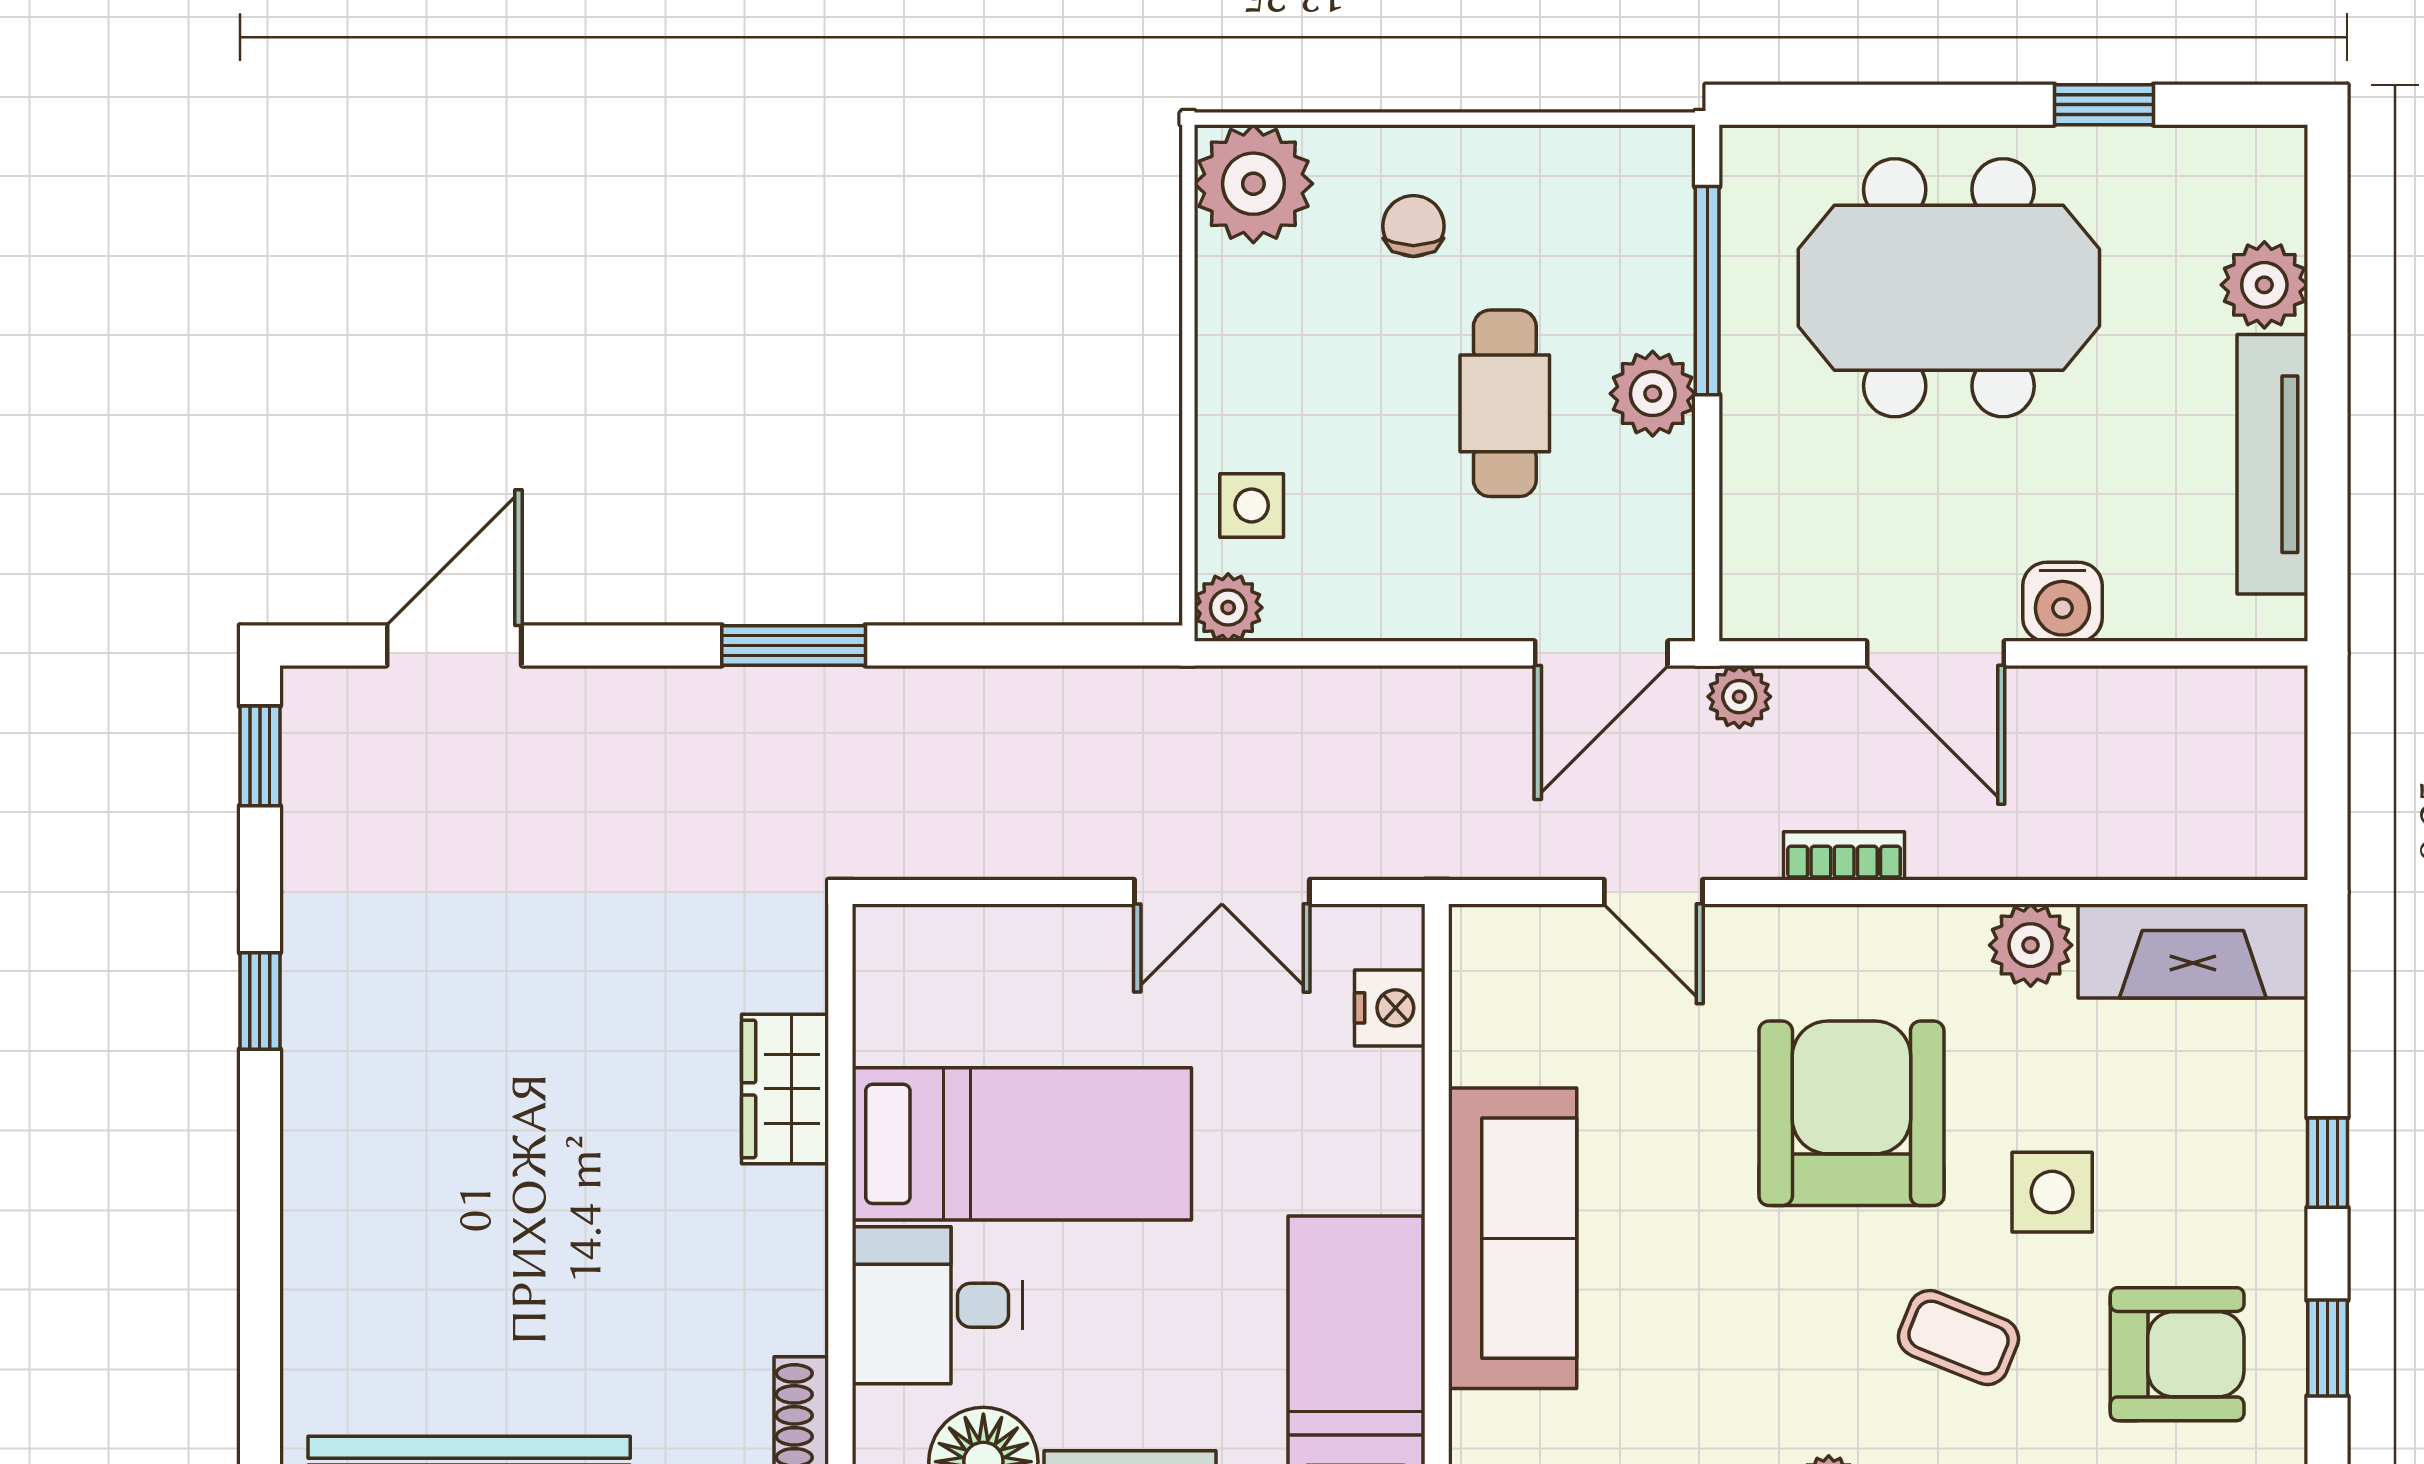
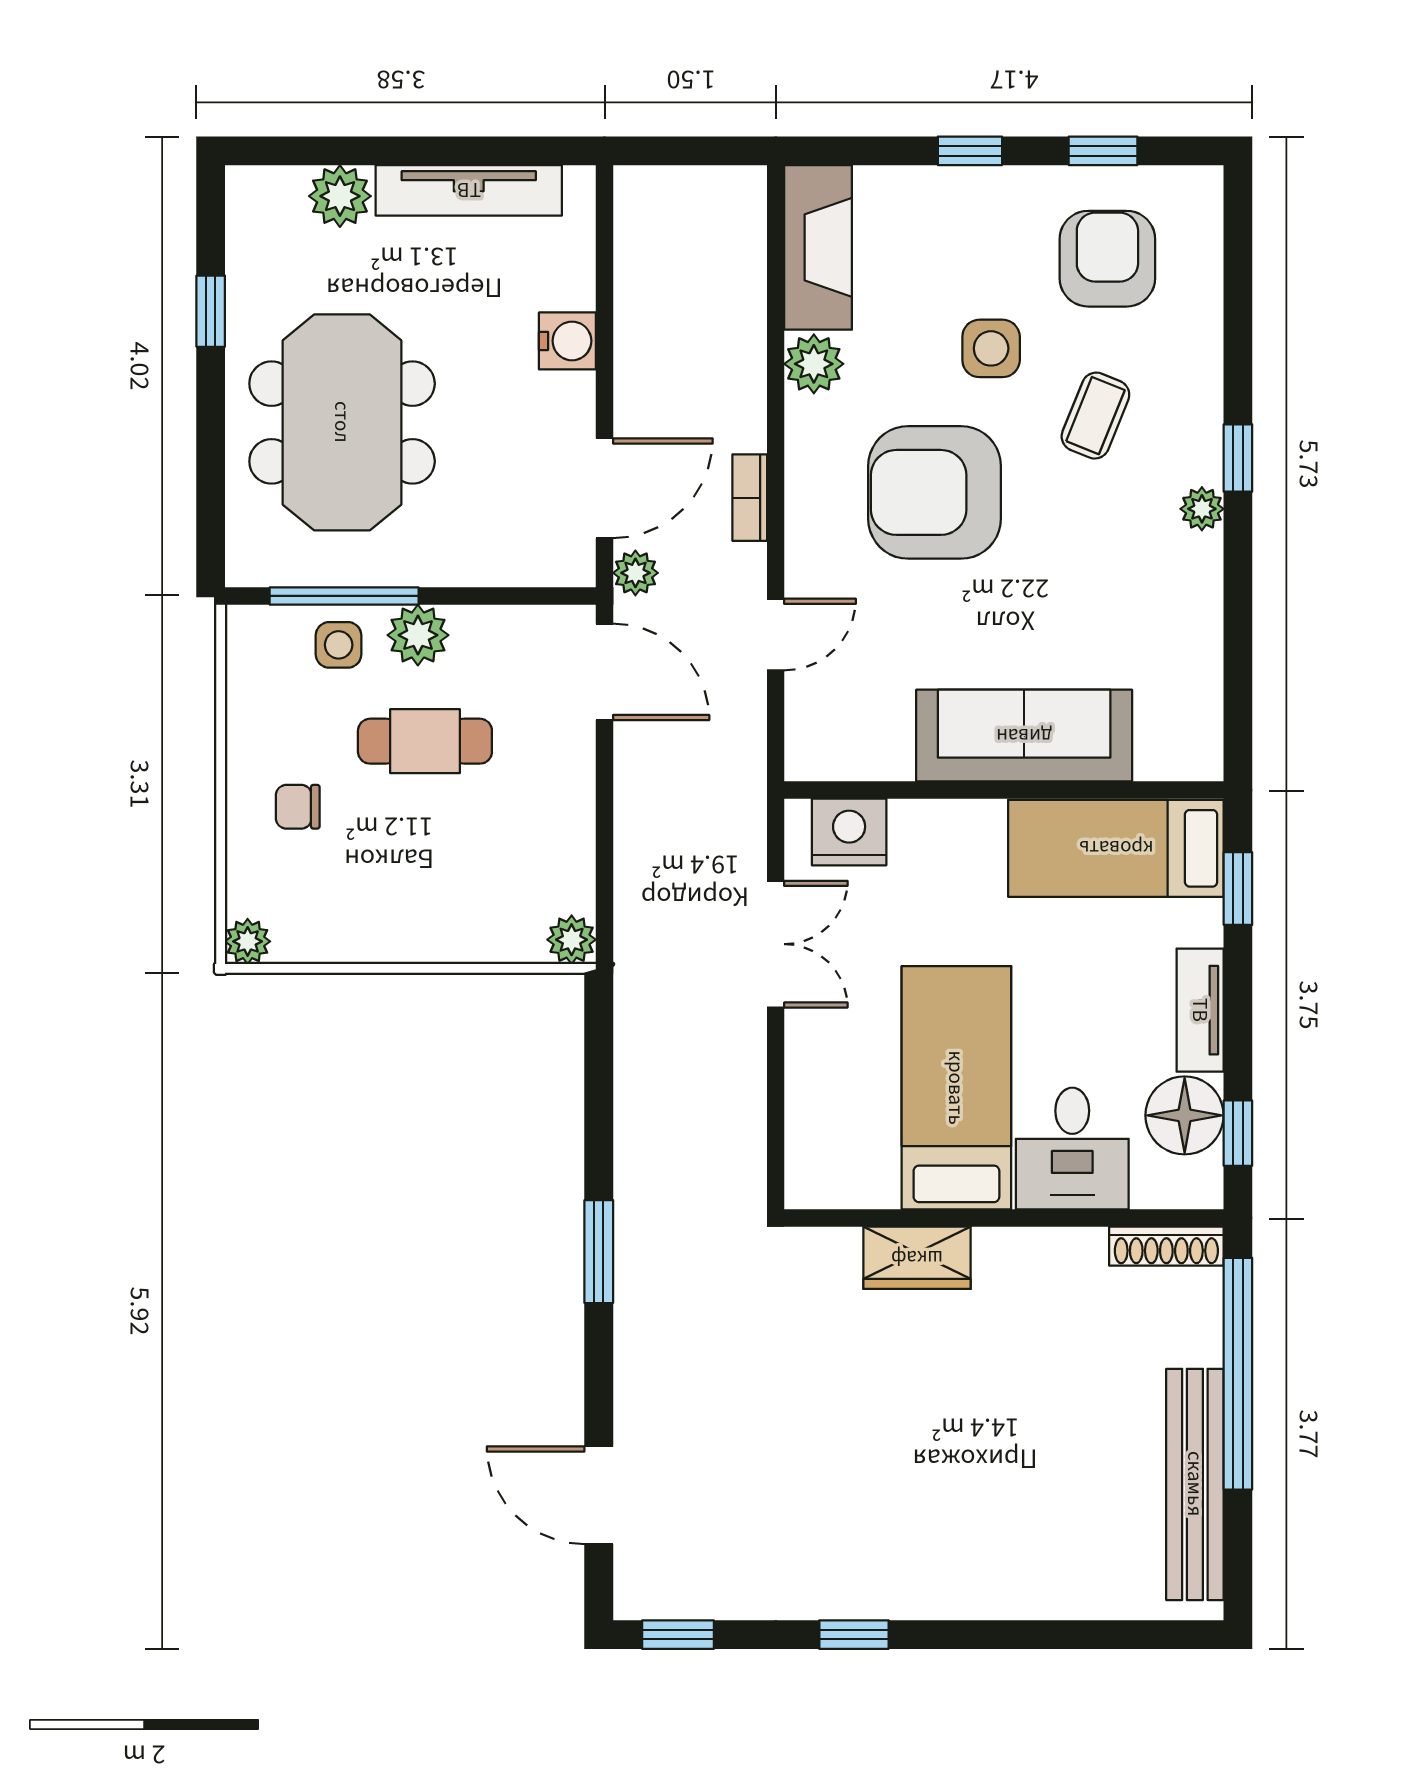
plant: (1253, 184) -> (248, 941), width x0.53, depth x0.53
side table: (1252, 505) -> (339, 645), moved
door: (1935, 653) -> (604, 488), moved
nightstand: (1390, 1008) -> (849, 832), width x1.36, depth x1.33

